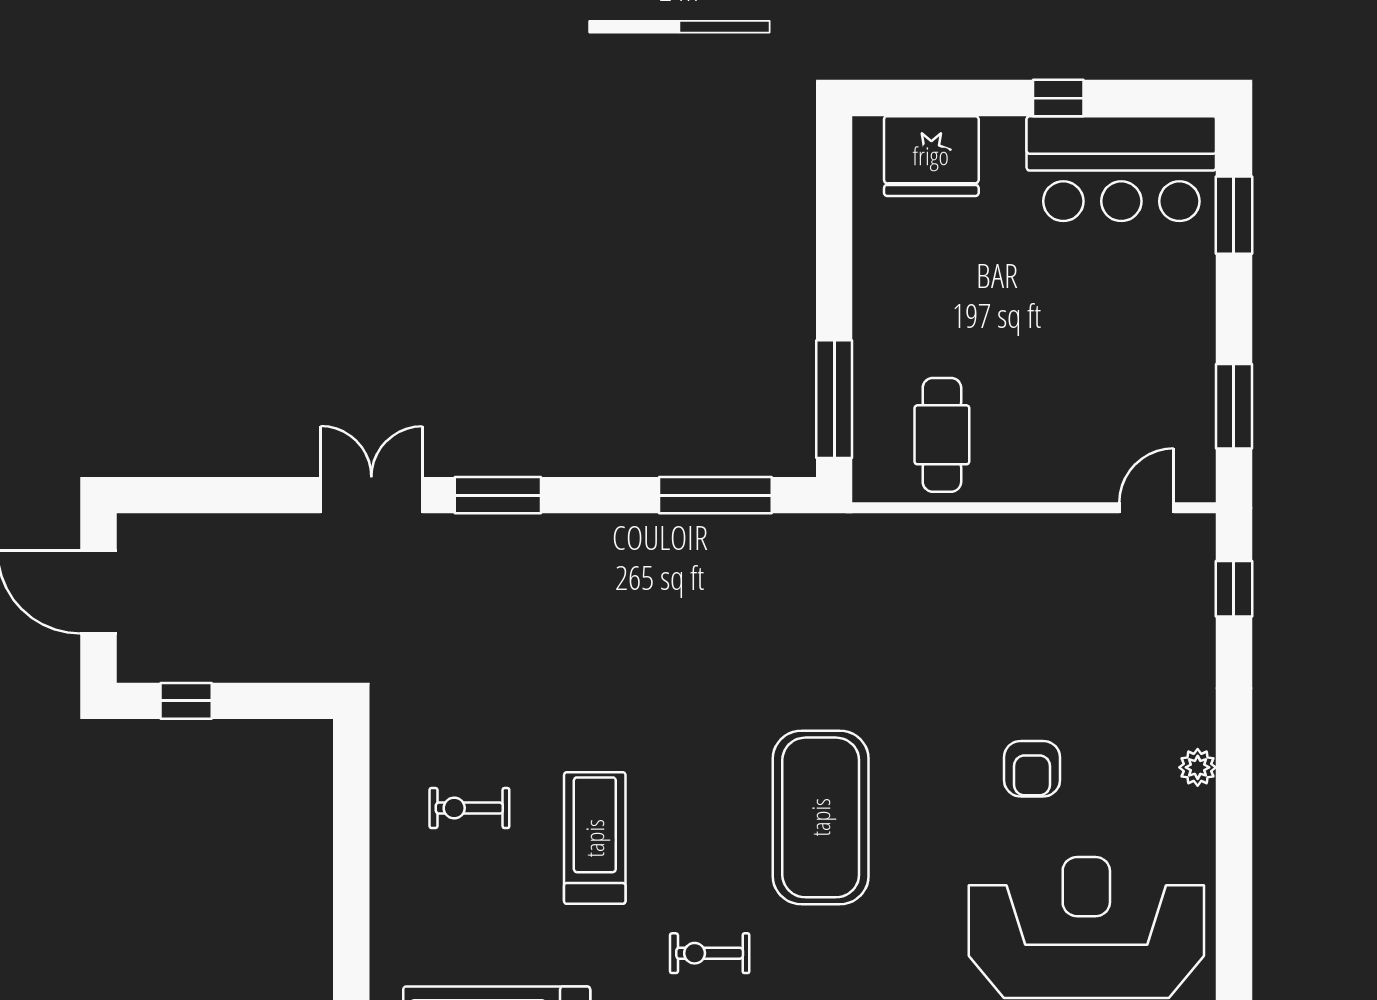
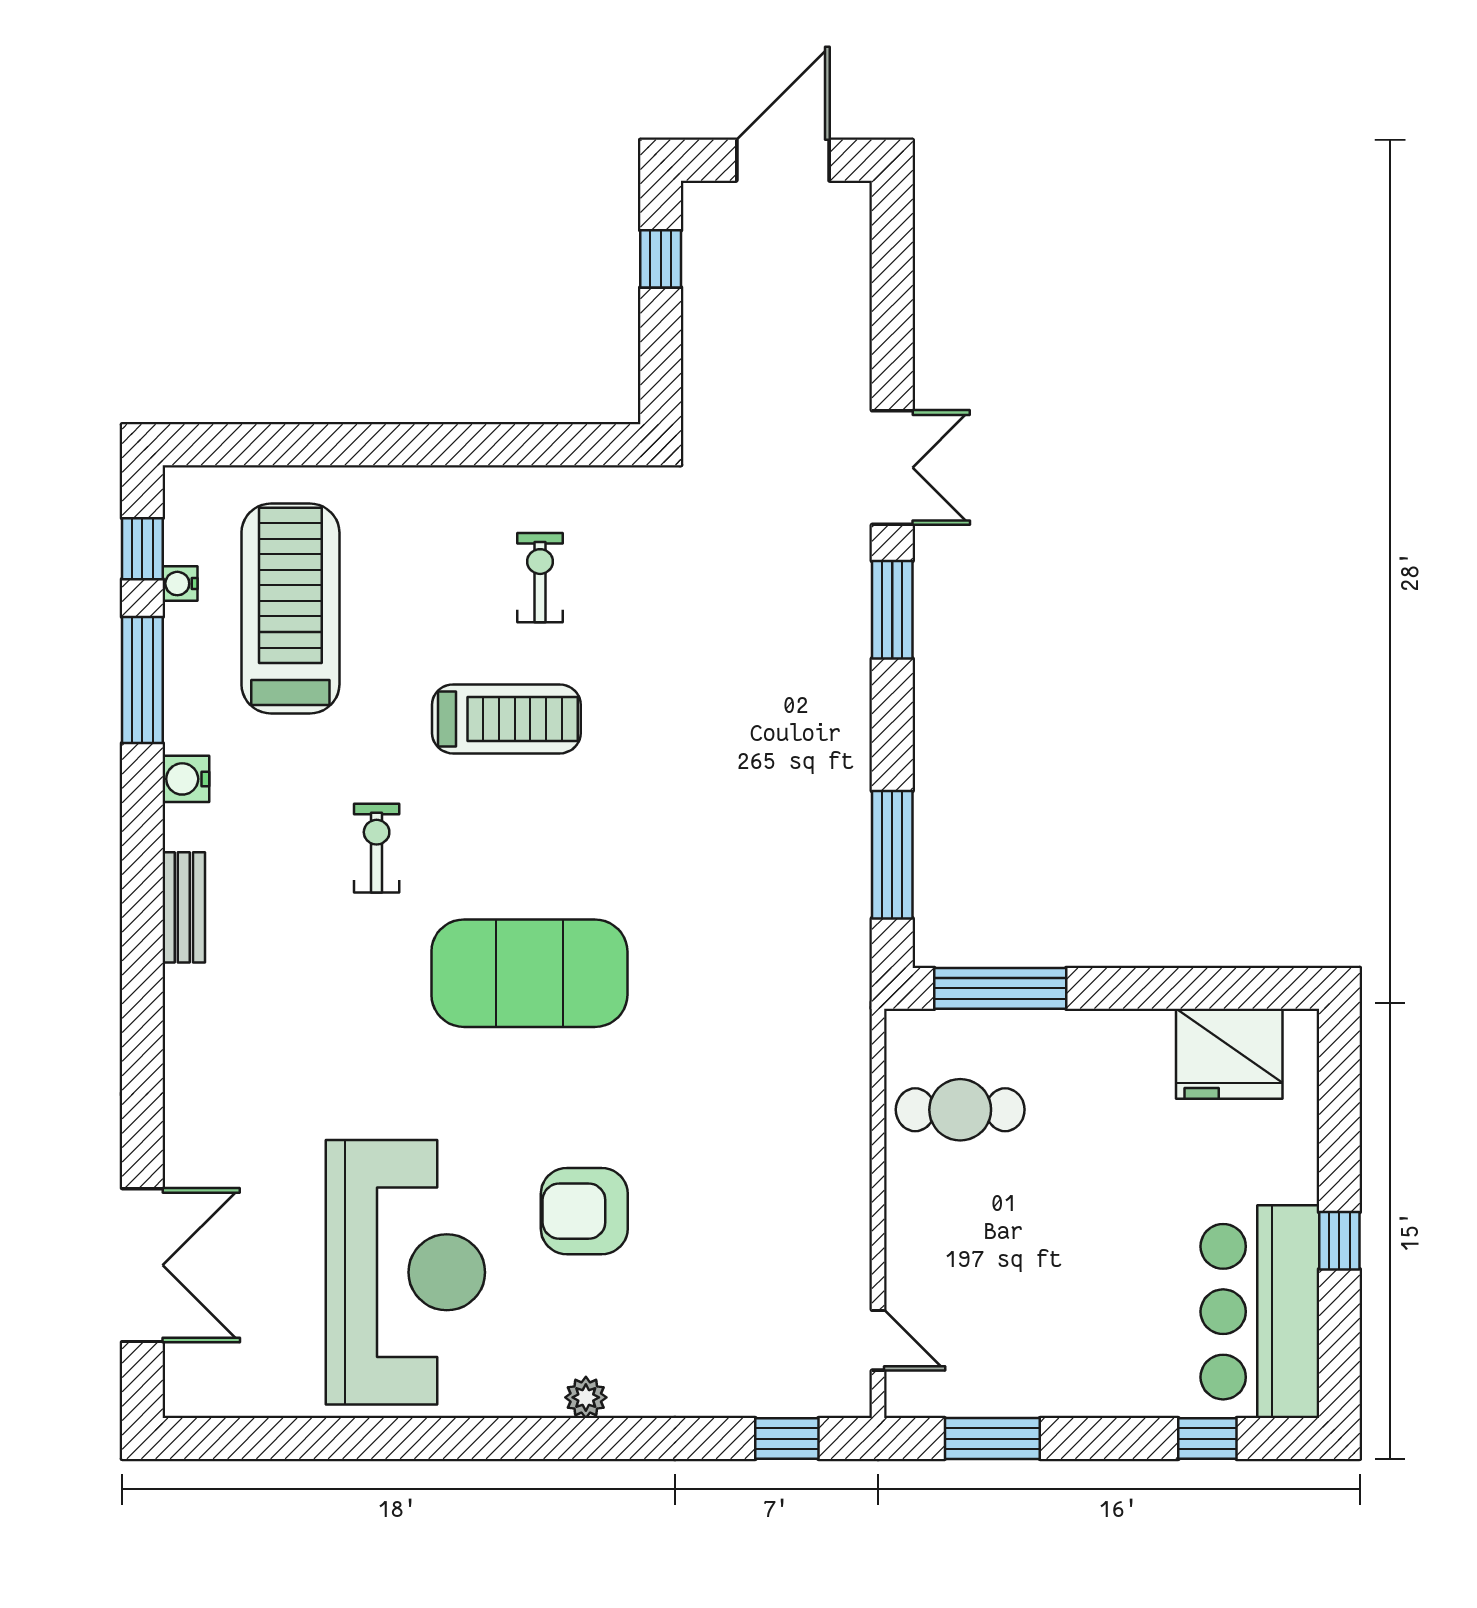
fridge: (931, 156) -> (1229, 1054), moved, turned -90
window: (1234, 215) -> (1207, 1439), width x0.67
armchair: (1032, 769) -> (584, 1211), width x1.38, depth x1.38

